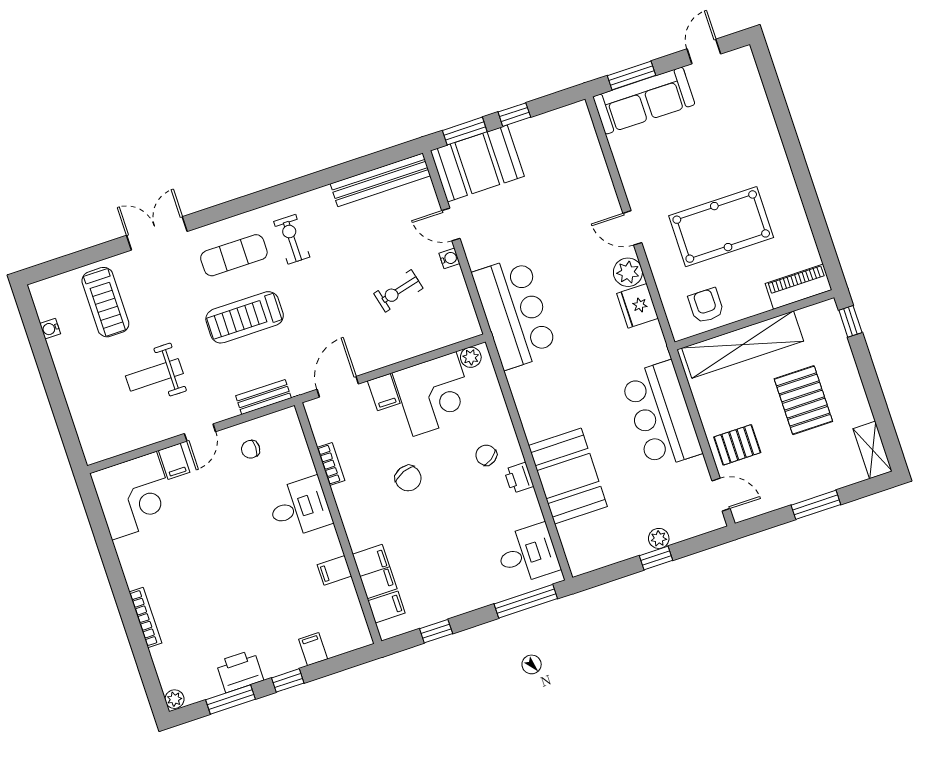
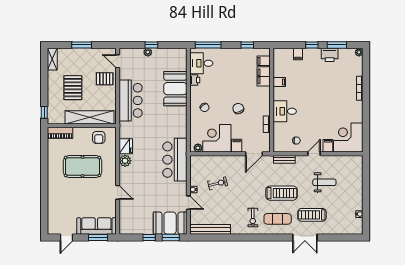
door: (632, 228) -> (118, 192), moved
treadmill: (105, 302) -> (312, 215), moved, turned -90
printer: (519, 478) -> (195, 80), moved

